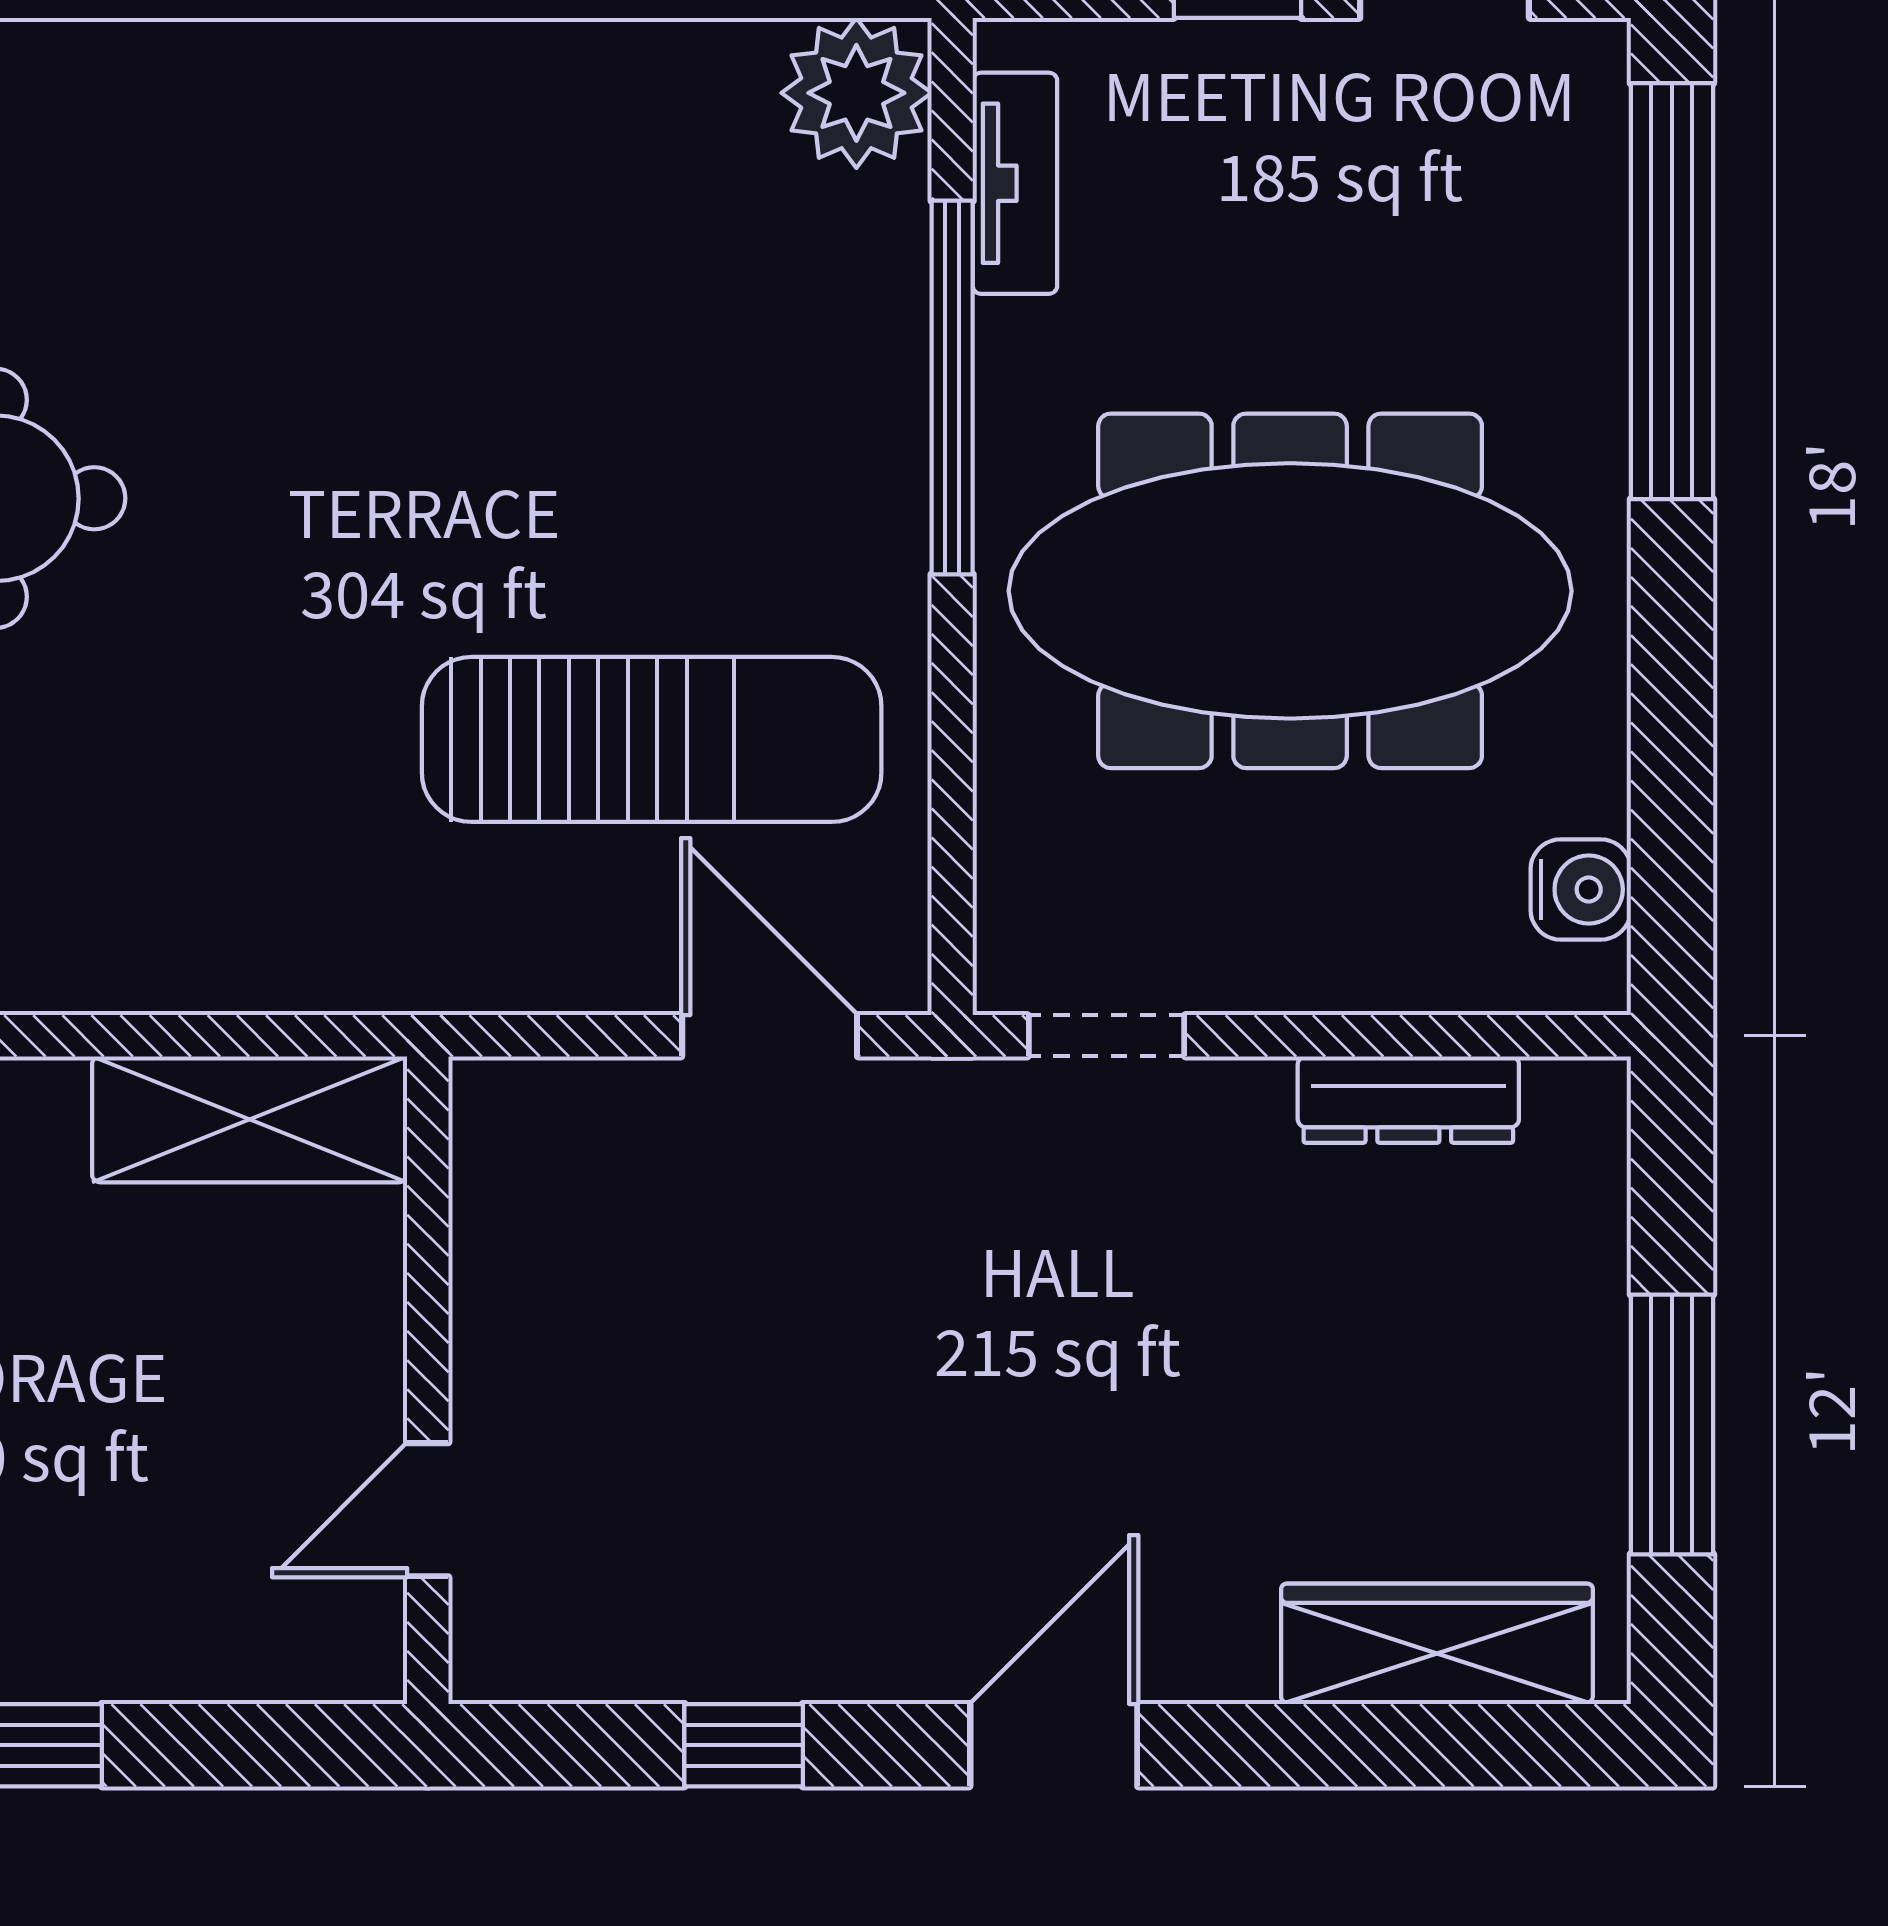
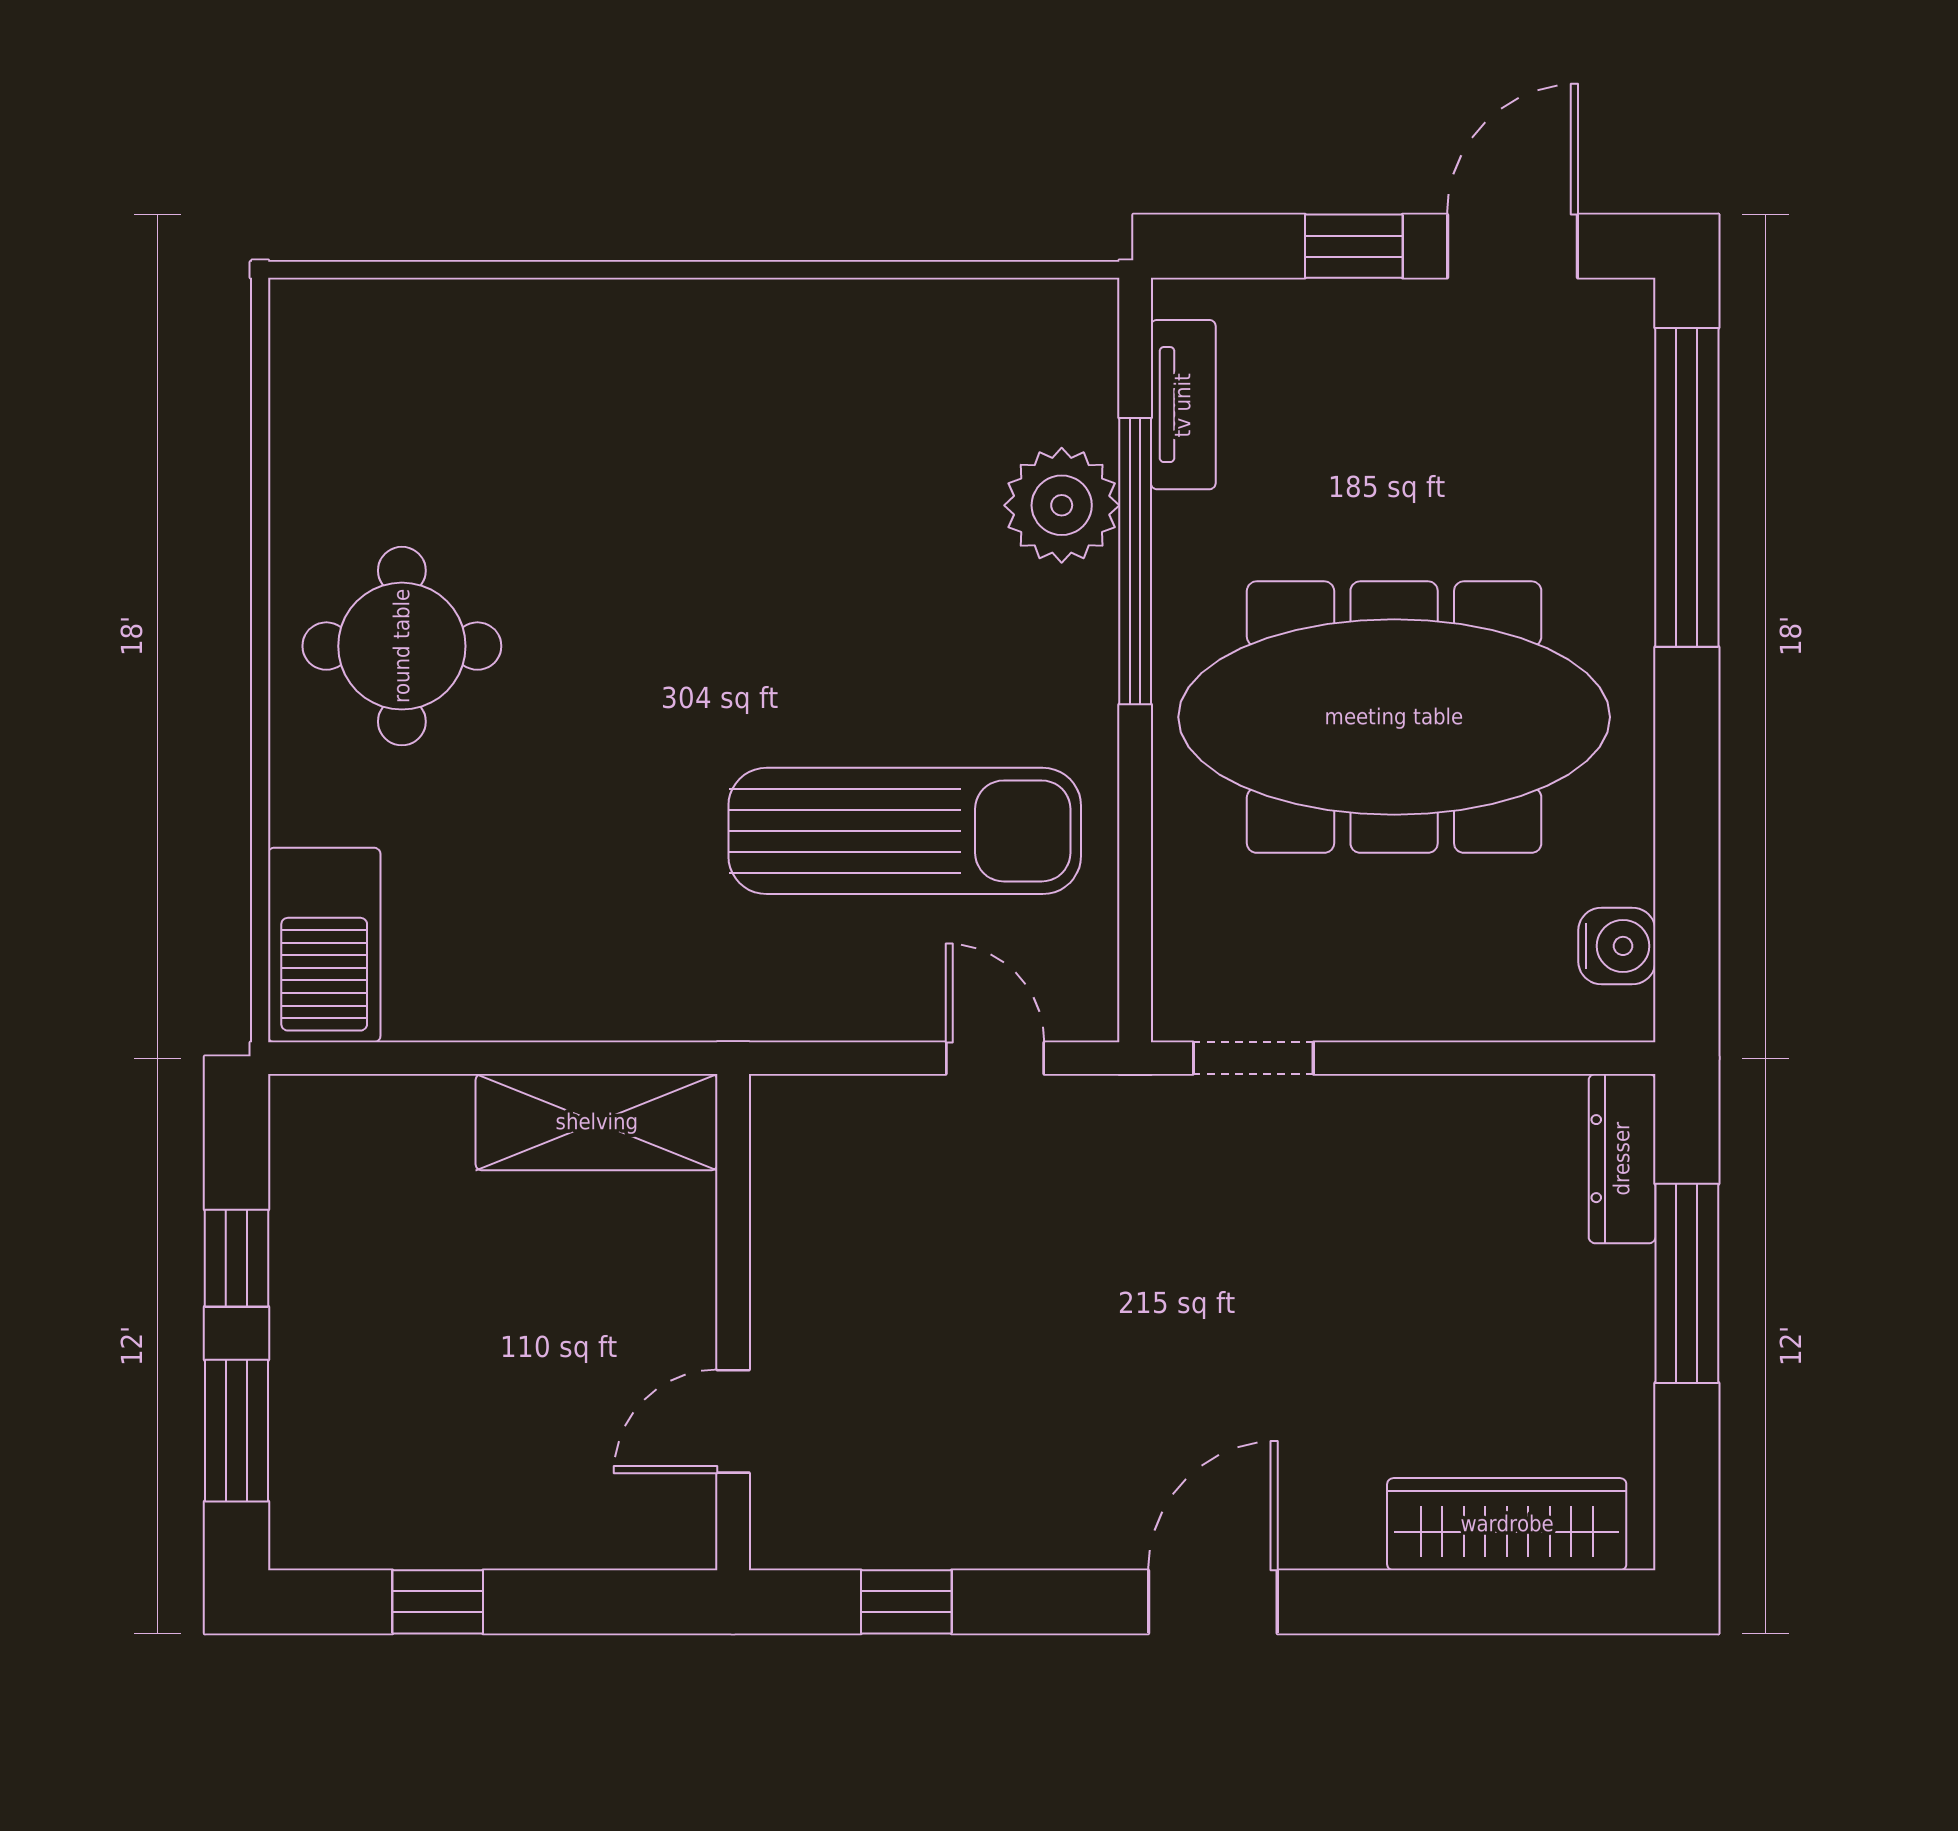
plant: (856, 93) -> (1062, 505), moved
door: (770, 1036) -> (995, 1058), width x0.73
dresser: (1408, 1100) -> (1622, 1159), moved, turned 90
window: (1672, 1424) -> (1687, 1283), moved
window: (744, 1745) -> (906, 1602), moved

